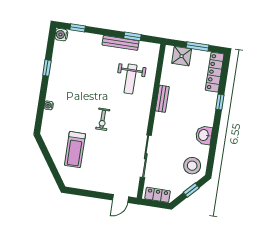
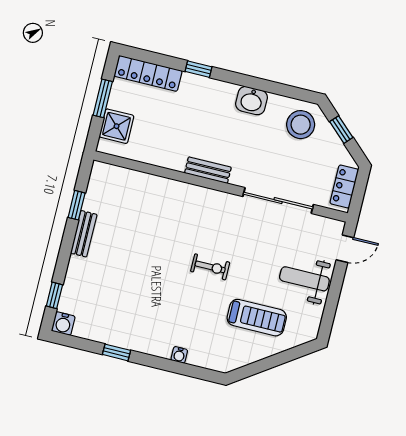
bench: (121, 43) -> (84, 234), width x0.73
weight bench: (130, 79) -> (304, 279), moved, turned 180
bench: (162, 99) -> (208, 170), moved
door: (121, 198) -> (345, 249), hinge flipped

